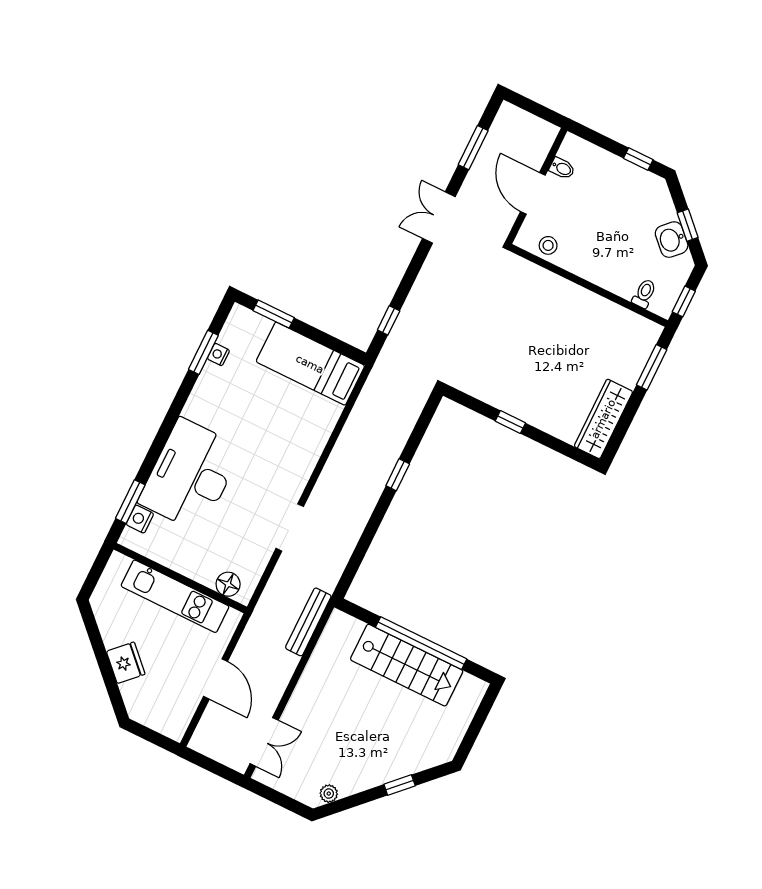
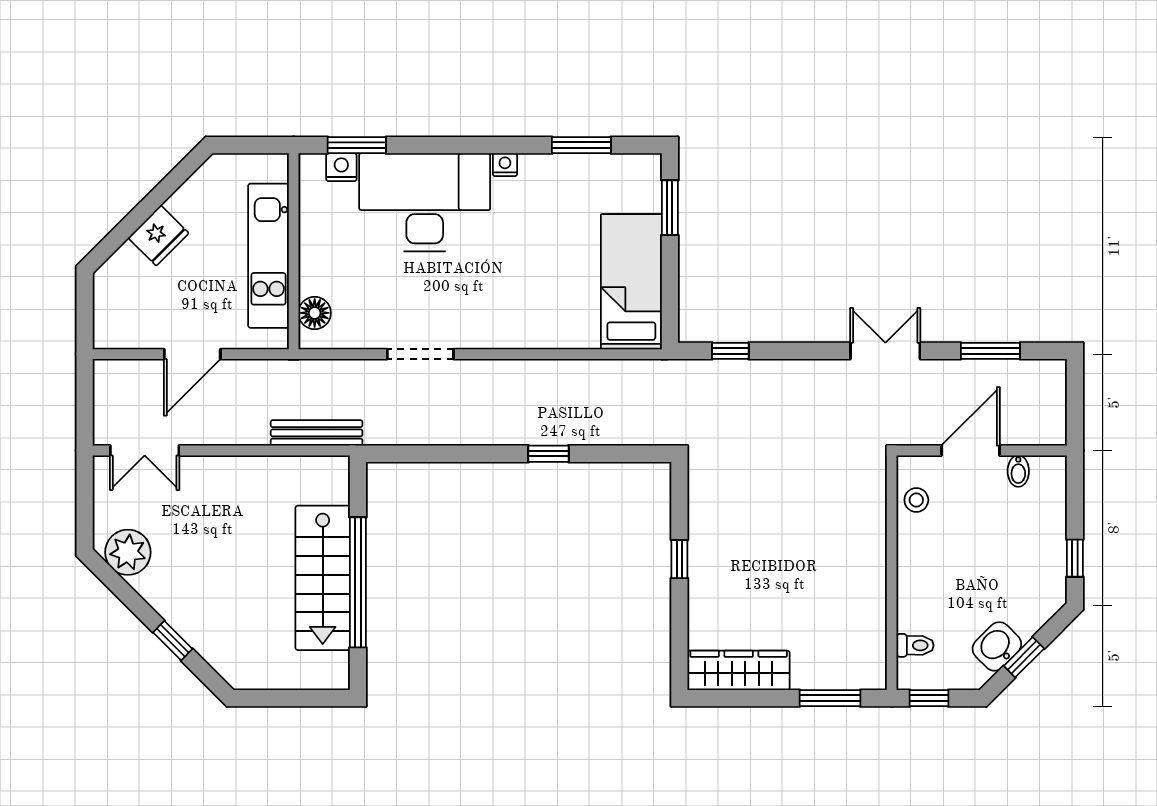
nightstand: (218, 355) -> (505, 165), moved
plant: (329, 794) -> (128, 552), width x1.87, depth x1.87

